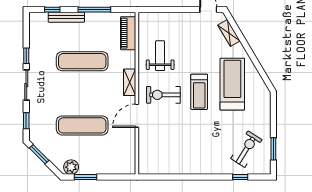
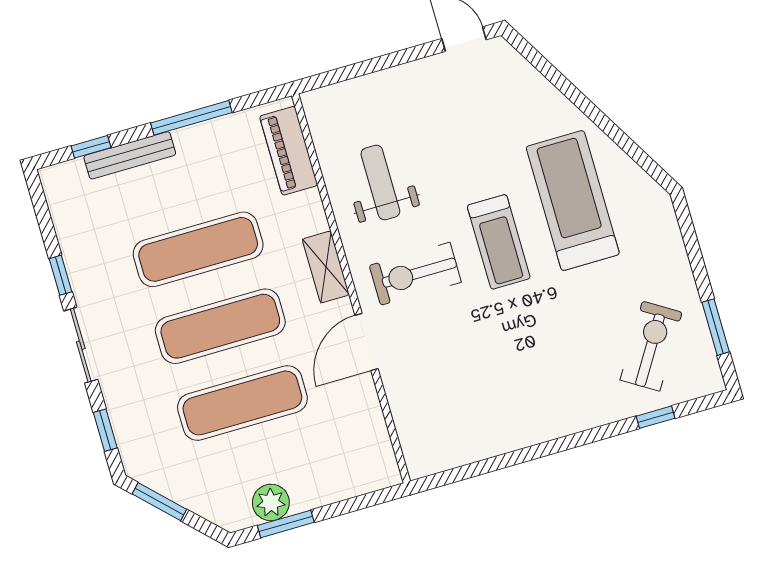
shelving: (229, 33) -> (529, 81), removed
exercise mat: (82, 93) -> (220, 326), added
plant: (71, 167) -> (271, 502), moved

